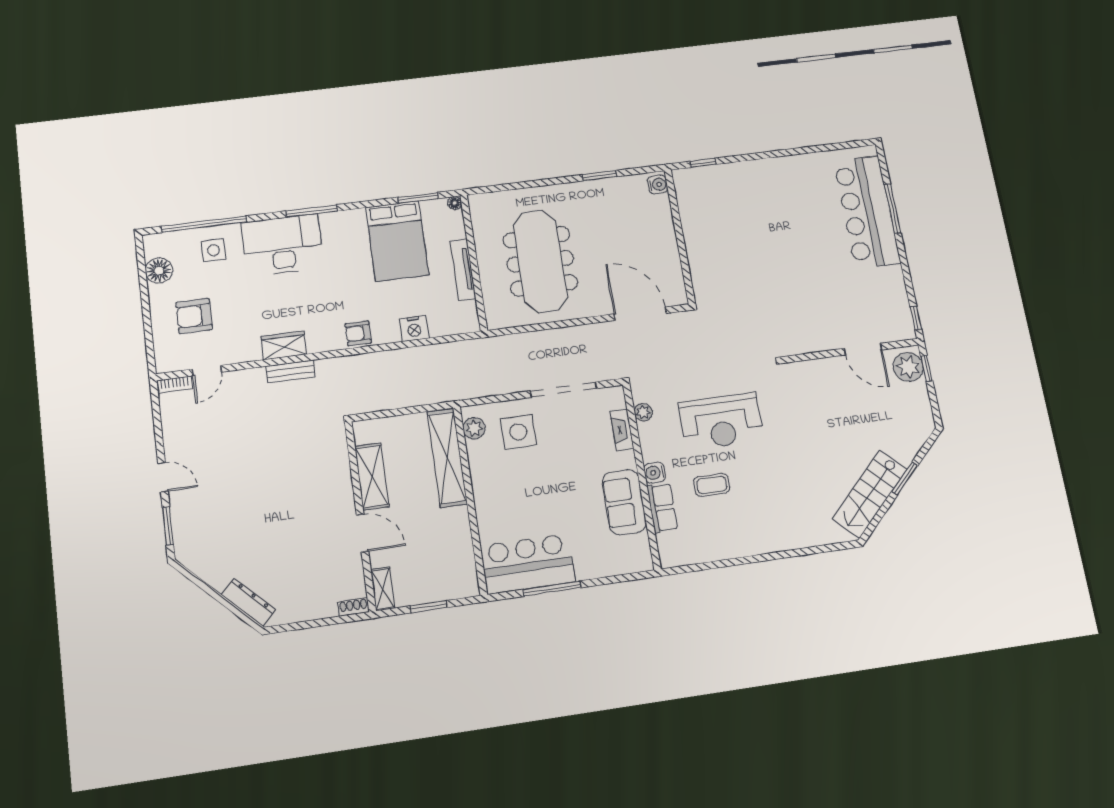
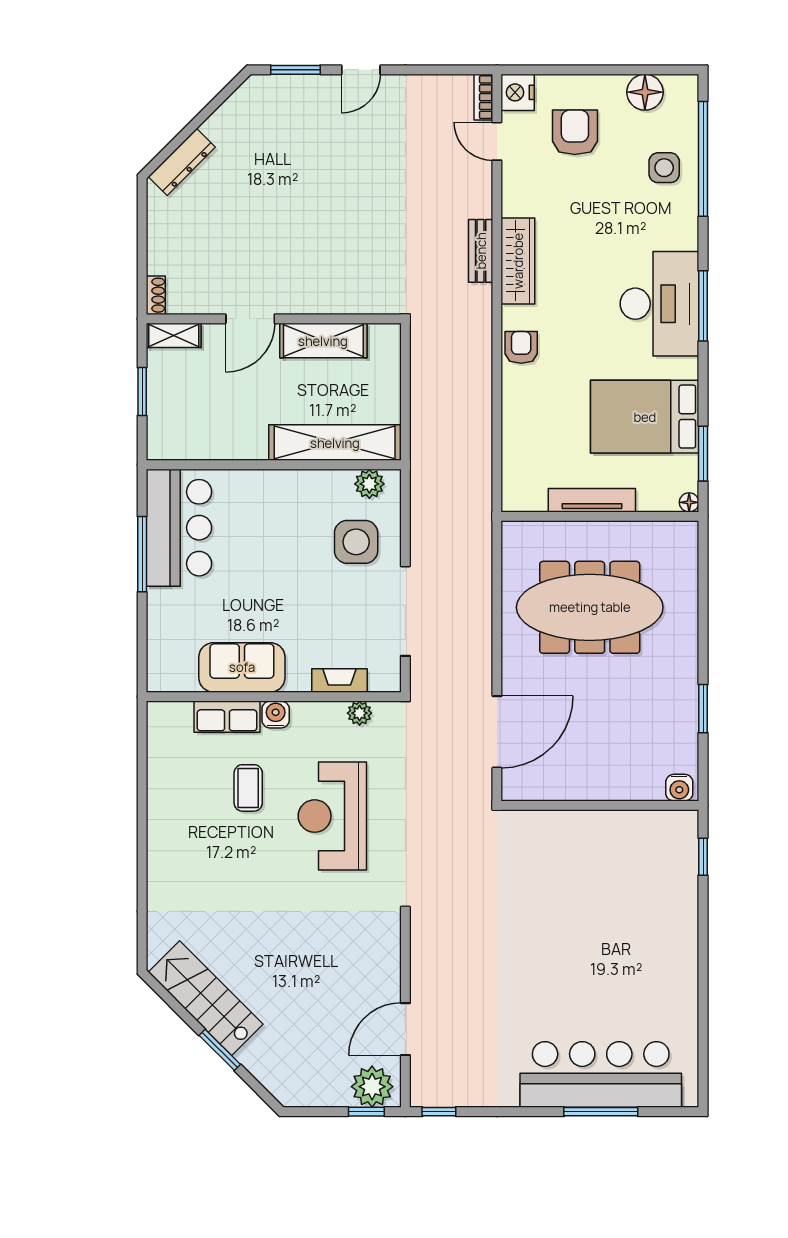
desk: (282, 245) -> (659, 304), moved
nightstand: (414, 328) -> (518, 92), moved
wardrobe: (284, 345) -> (518, 261), width x1.50

